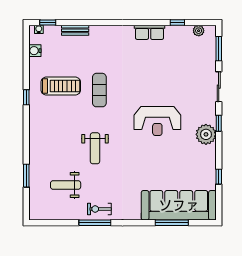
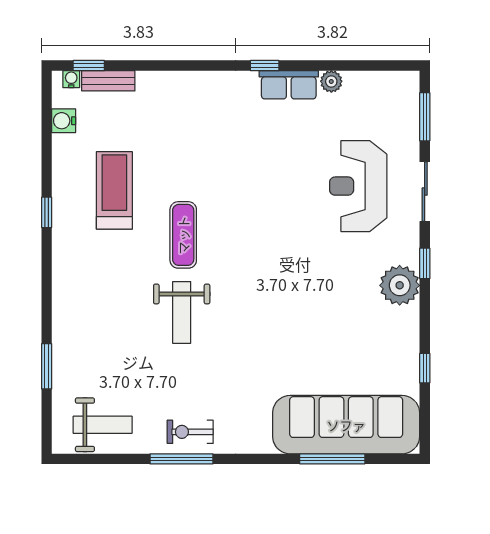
window: (177, 23) -> (265, 66), moved
bench: (75, 30) -> (108, 81), moved
plant: (199, 31) -> (331, 81), moved
treadmill: (61, 86) -> (114, 190), turned -90
exercise mat: (99, 90) -> (183, 235), moved
reception desk: (157, 121) -> (358, 186), moved, turned 90
weight bench: (66, 185) -> (103, 425), moved, turned 180

